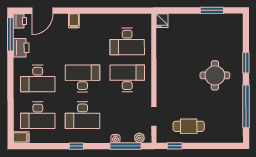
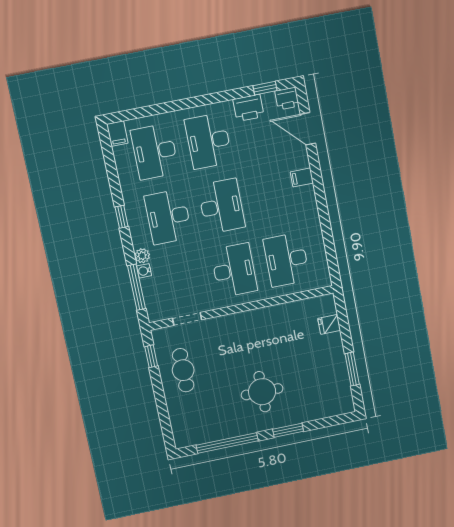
fridge: (162, 21) -> (329, 324), moved
window: (10, 34) -> (265, 88), width x0.46
plant: (139, 138) -> (142, 256), moved

